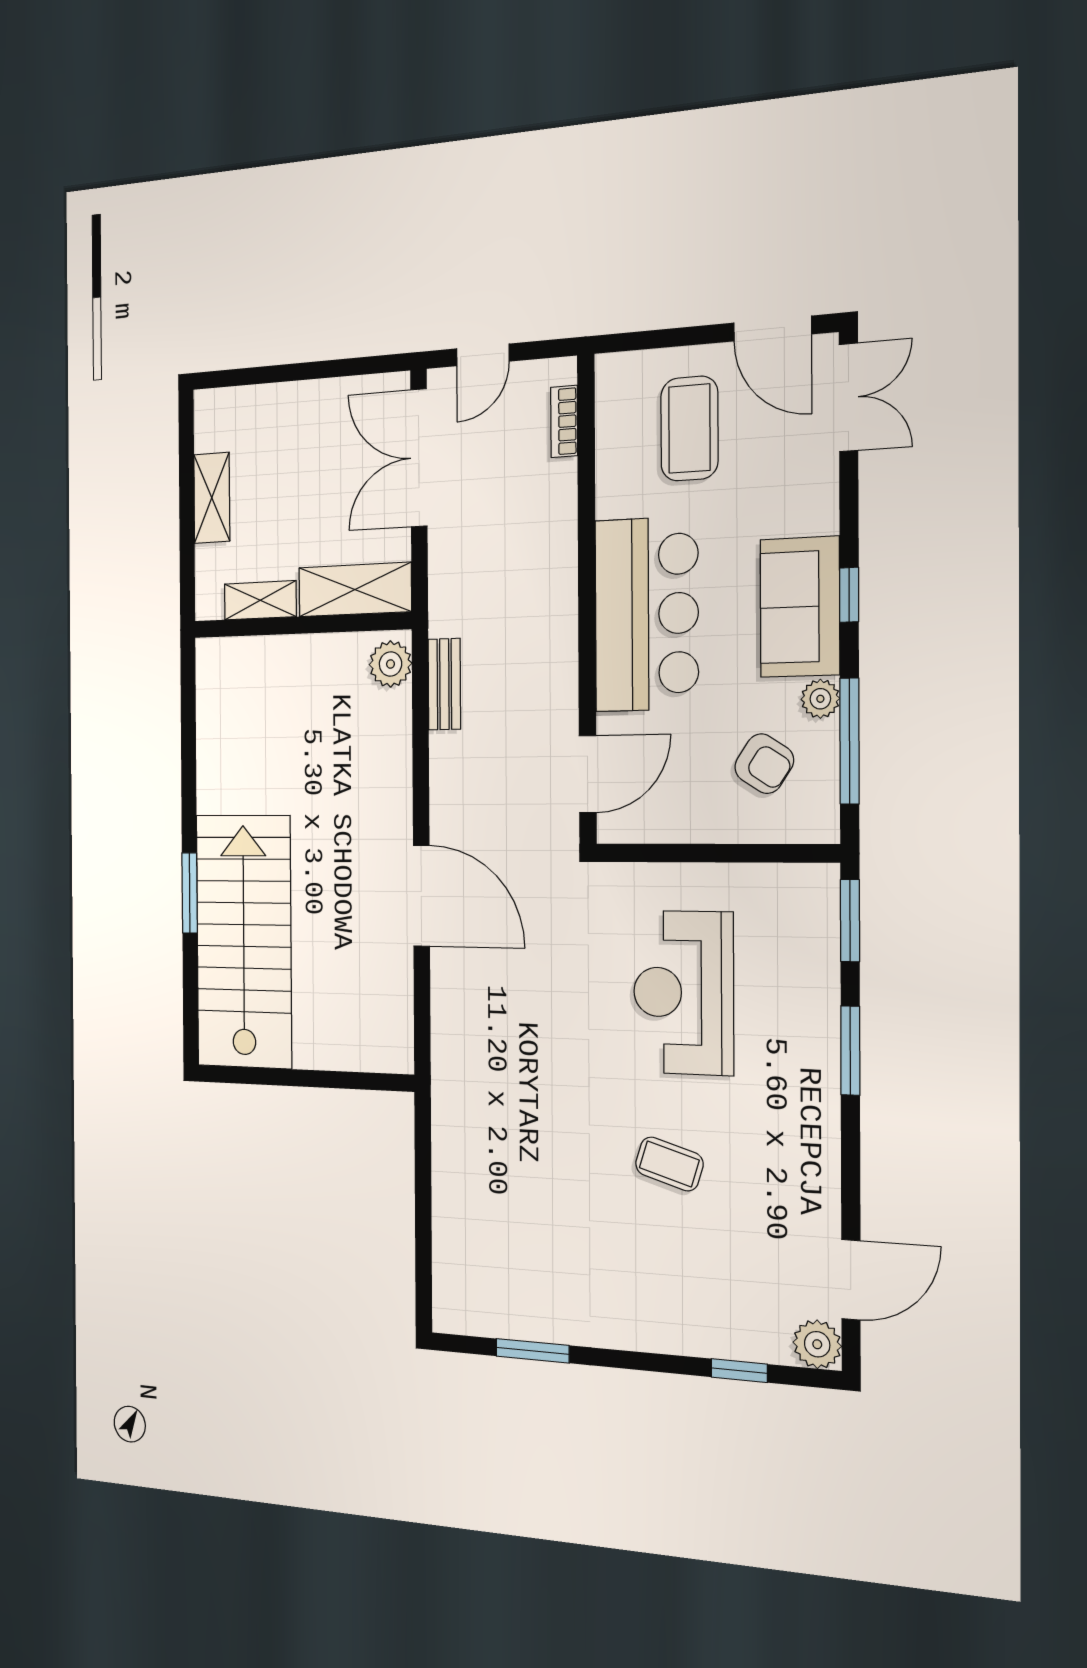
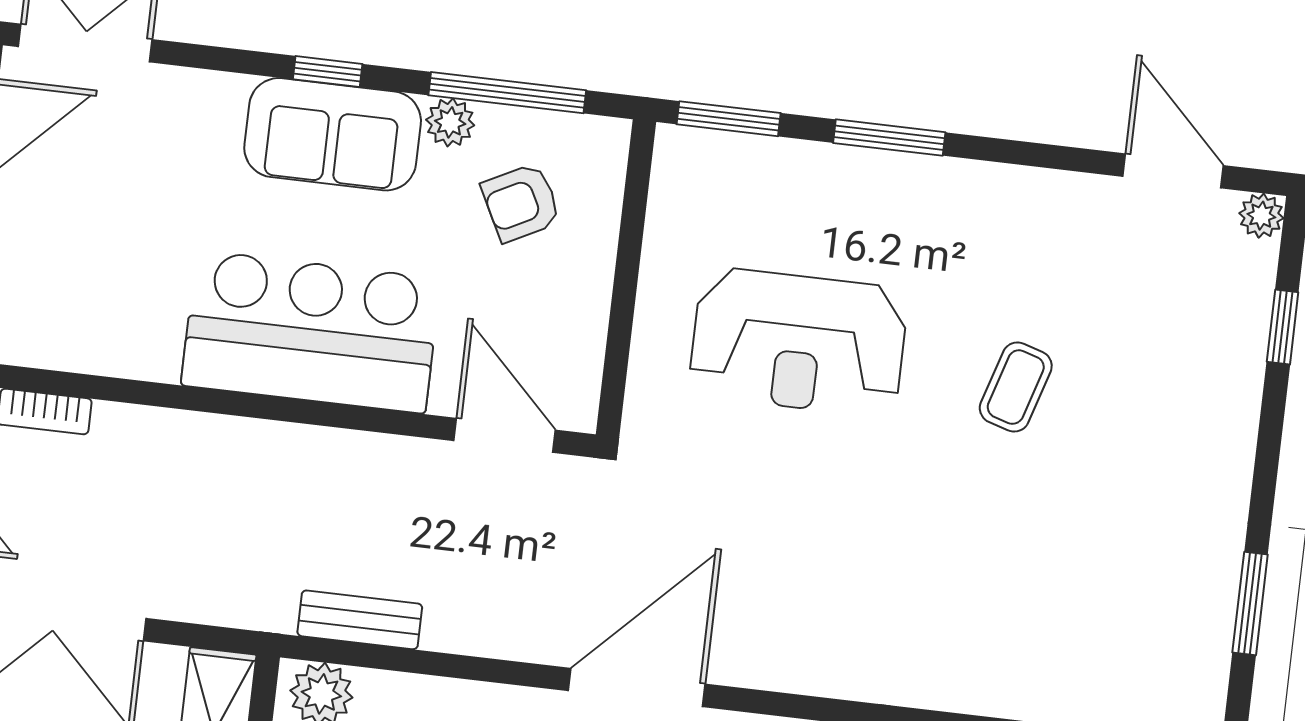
coffee table: (689, 429) -> (85, 247), removed
armchair: (764, 764) -> (521, 203), turned -150
plant: (817, 1344) -> (1261, 216), width x0.73, depth x0.73

